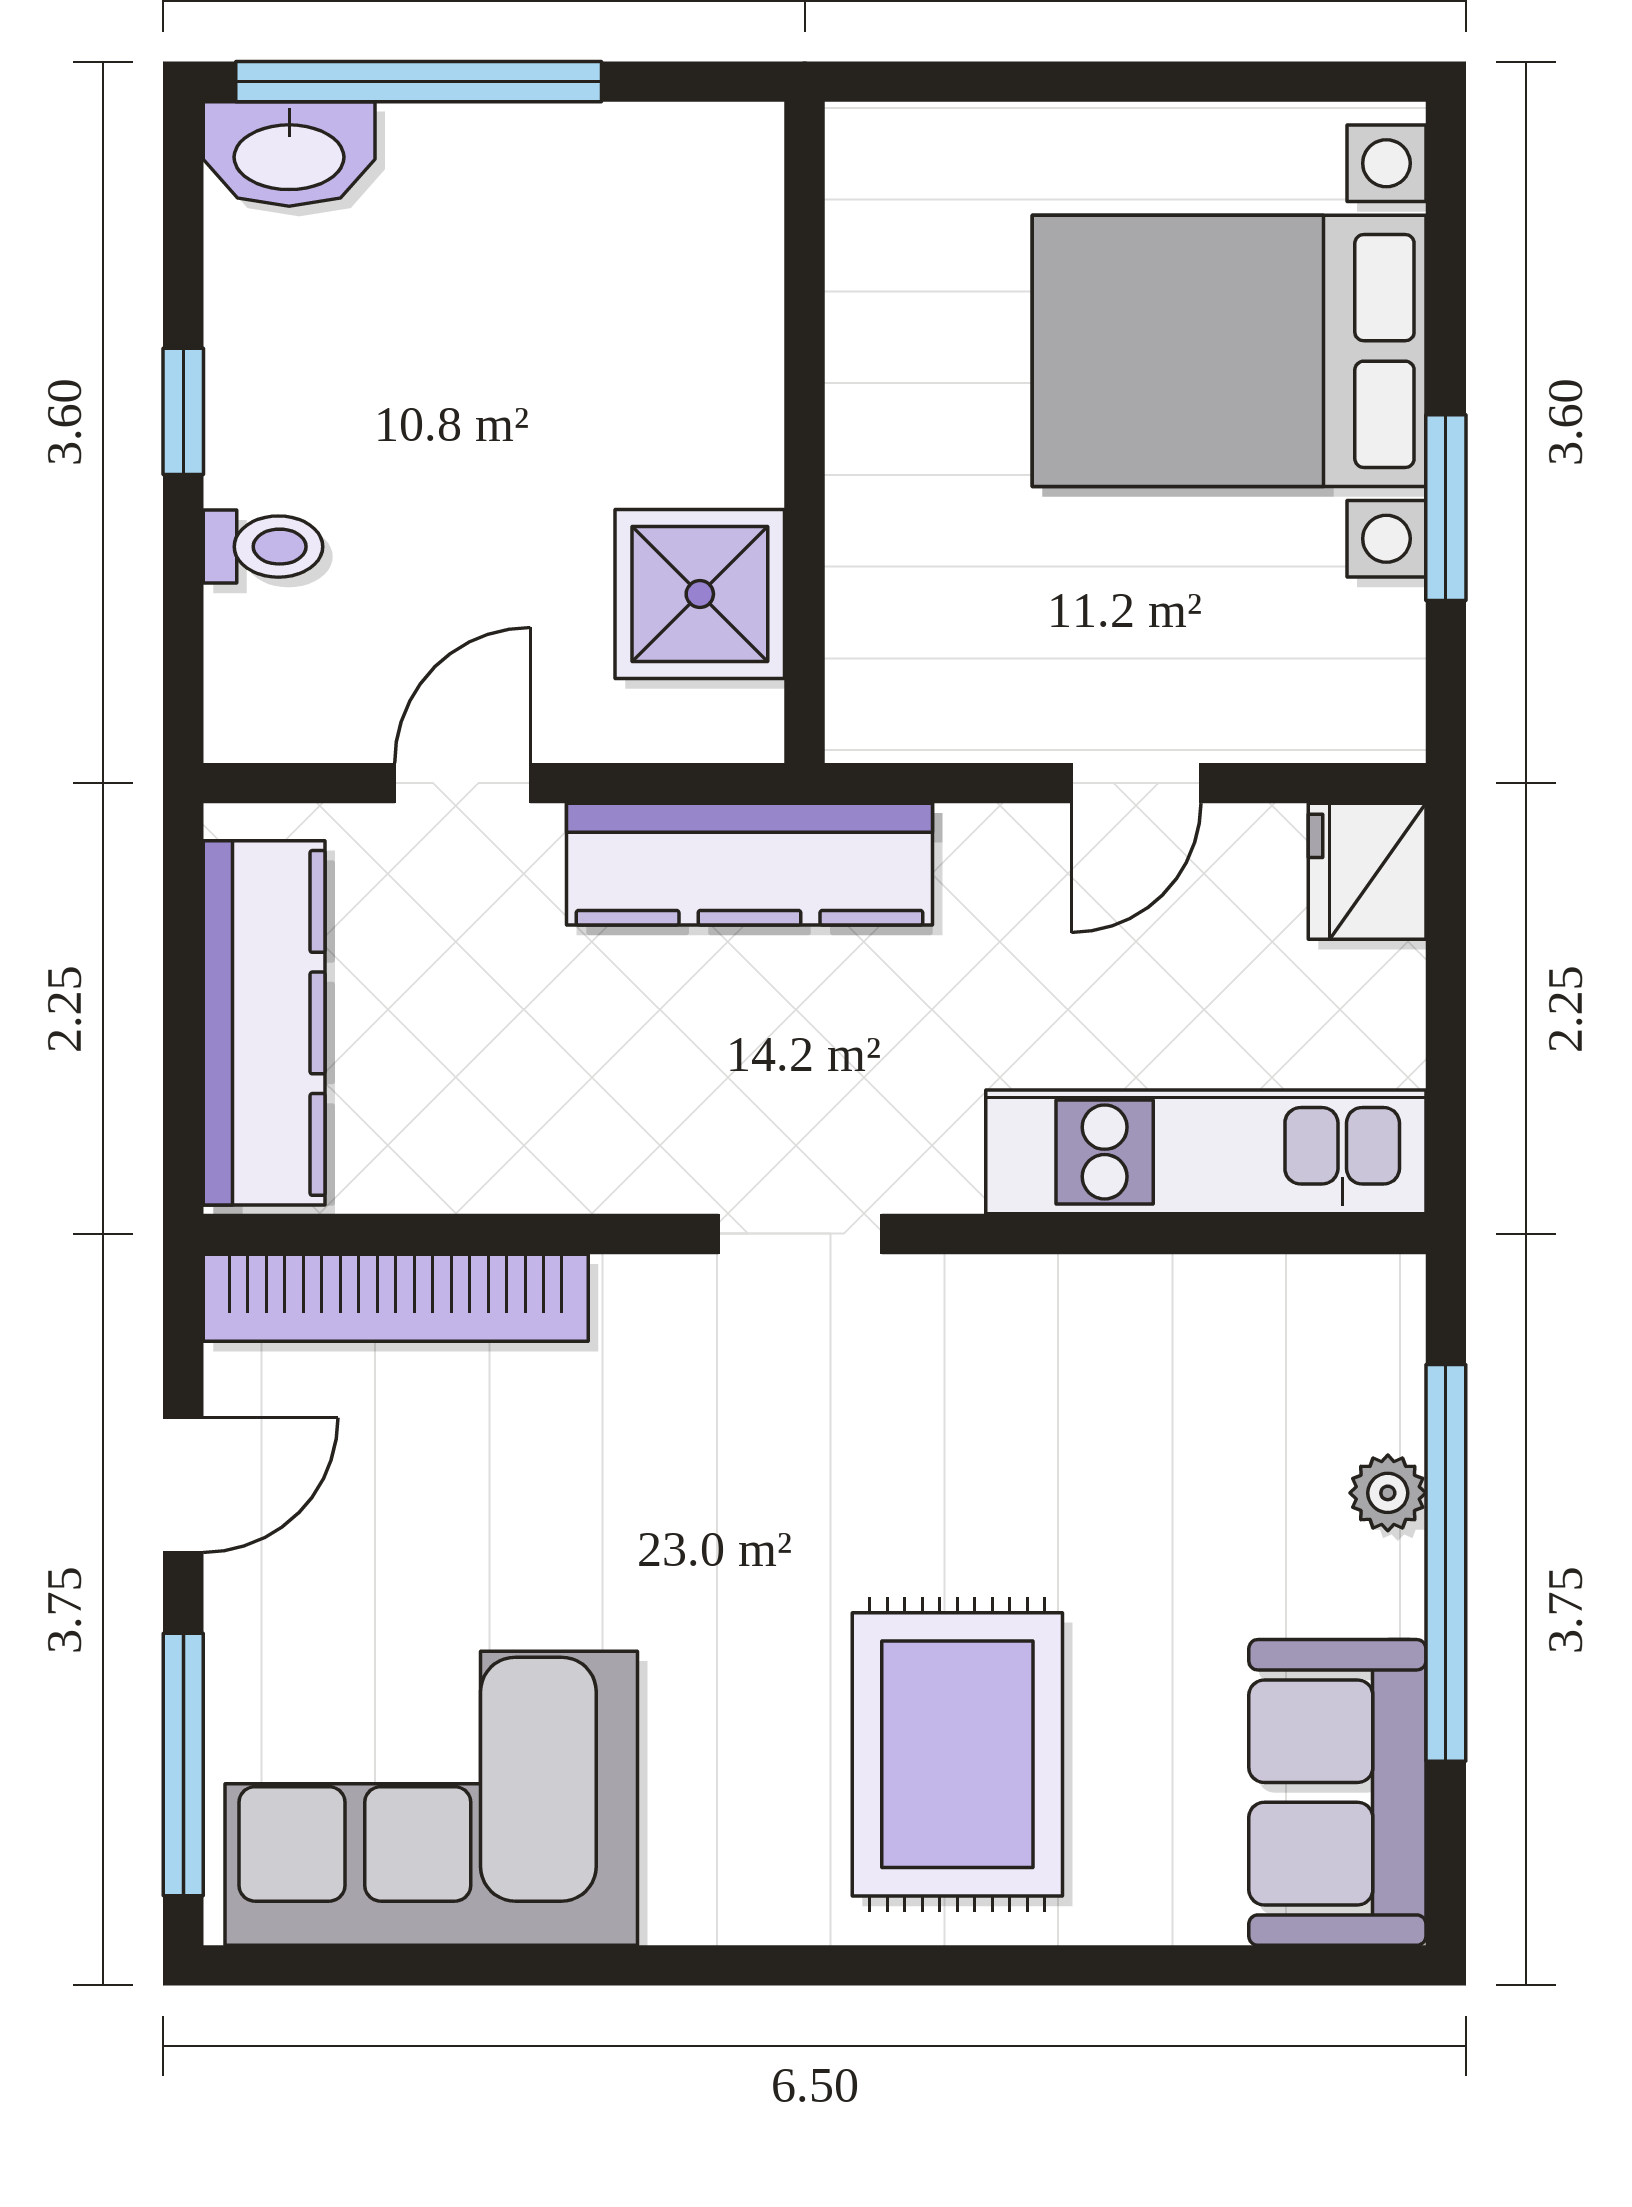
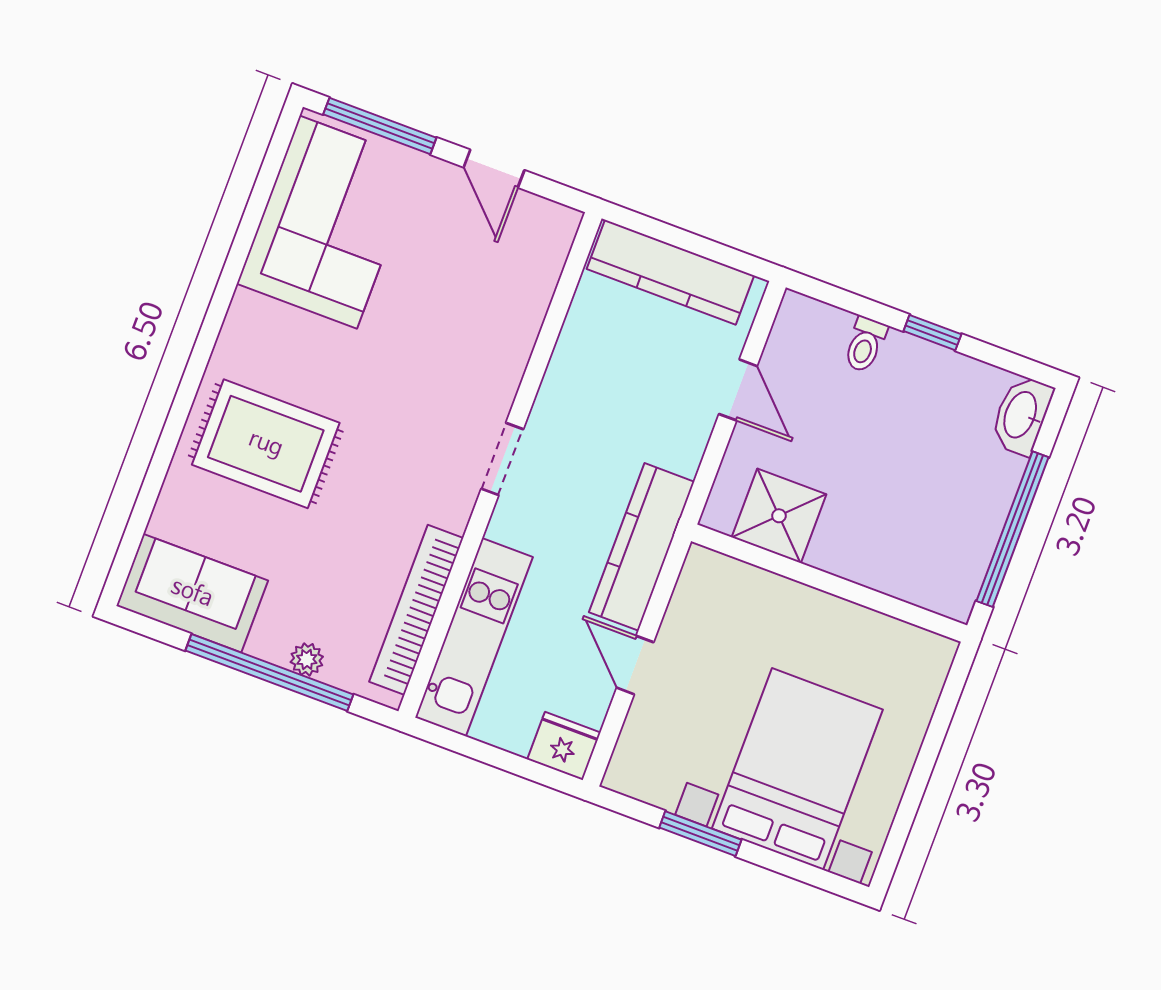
window: (419, 82) -> (1013, 529), moved
kitchen counter: (749, 864) -> (642, 547), moved
bookcase: (396, 1298) -> (416, 610), moved

